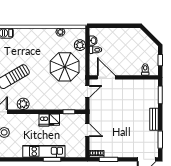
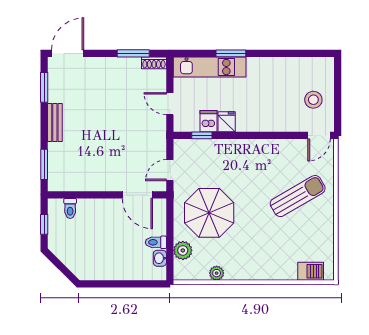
plant: (23, 104) -> (281, 149), removed
dishwasher: (44, 120) -> (208, 121), moved
kitchen unit: (44, 151) -> (210, 67), moved

